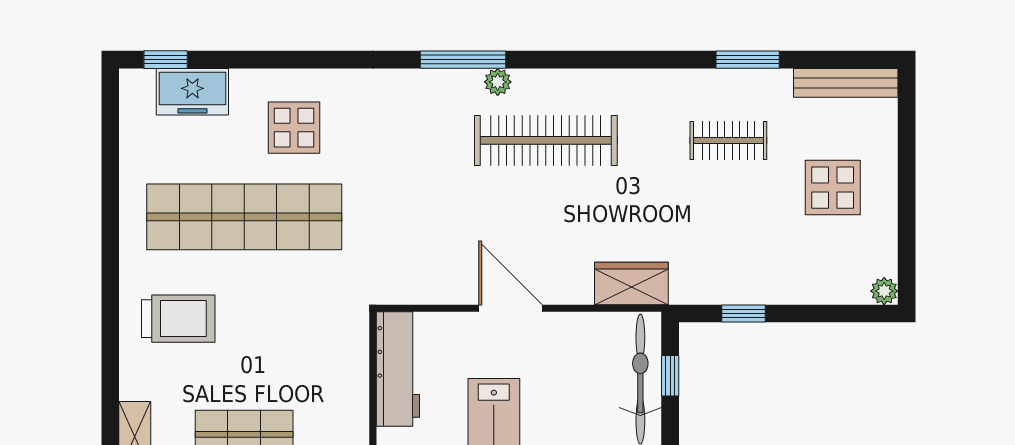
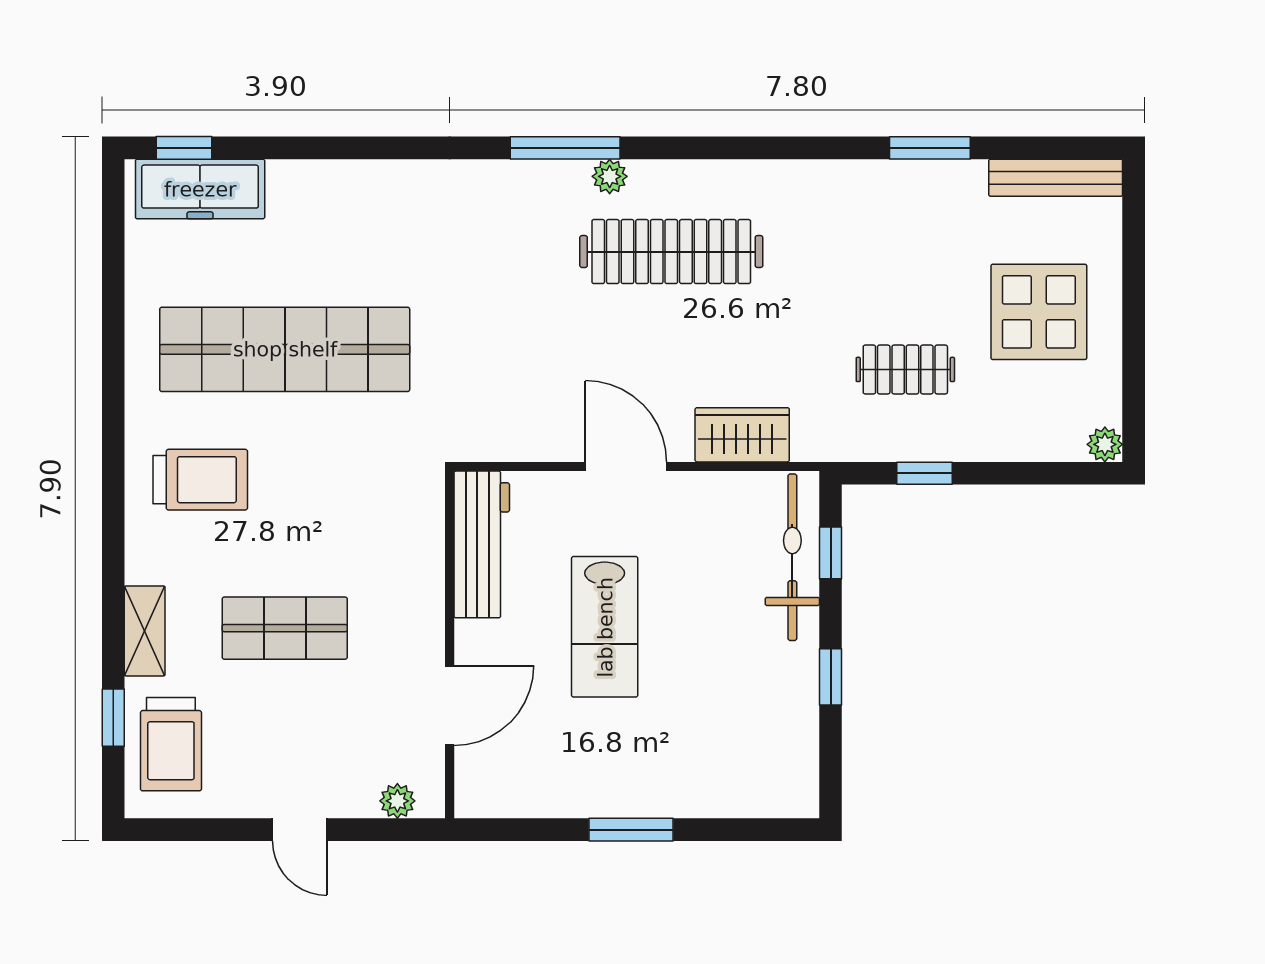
freezer: (192, 92) -> (200, 189), width x1.40
display table: (294, 128) -> (349, 235), removed
clothes rail: (728, 140) -> (905, 369), moved
display table: (833, 188) -> (1039, 312), width x1.36, depth x1.36
wardrobe: (631, 284) -> (742, 435), moved

